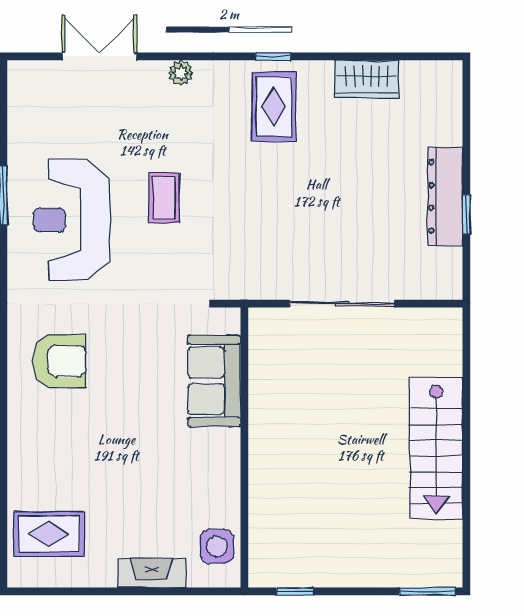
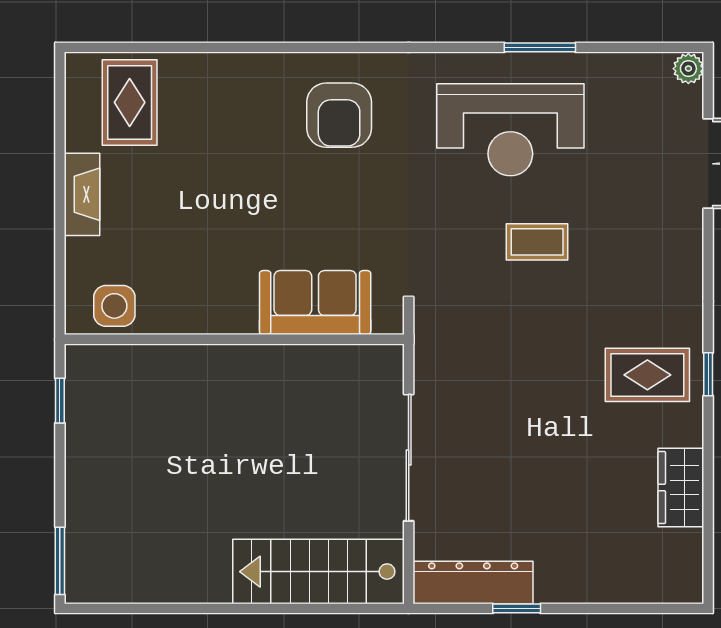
plant: (181, 73) -> (688, 69), moved
dresser: (445, 196) -> (473, 583), moved
reception desk: (71, 220) -> (510, 130), turned 180
stairs: (436, 448) -> (318, 572), moved
fireplace: (152, 573) -> (82, 194), moved

